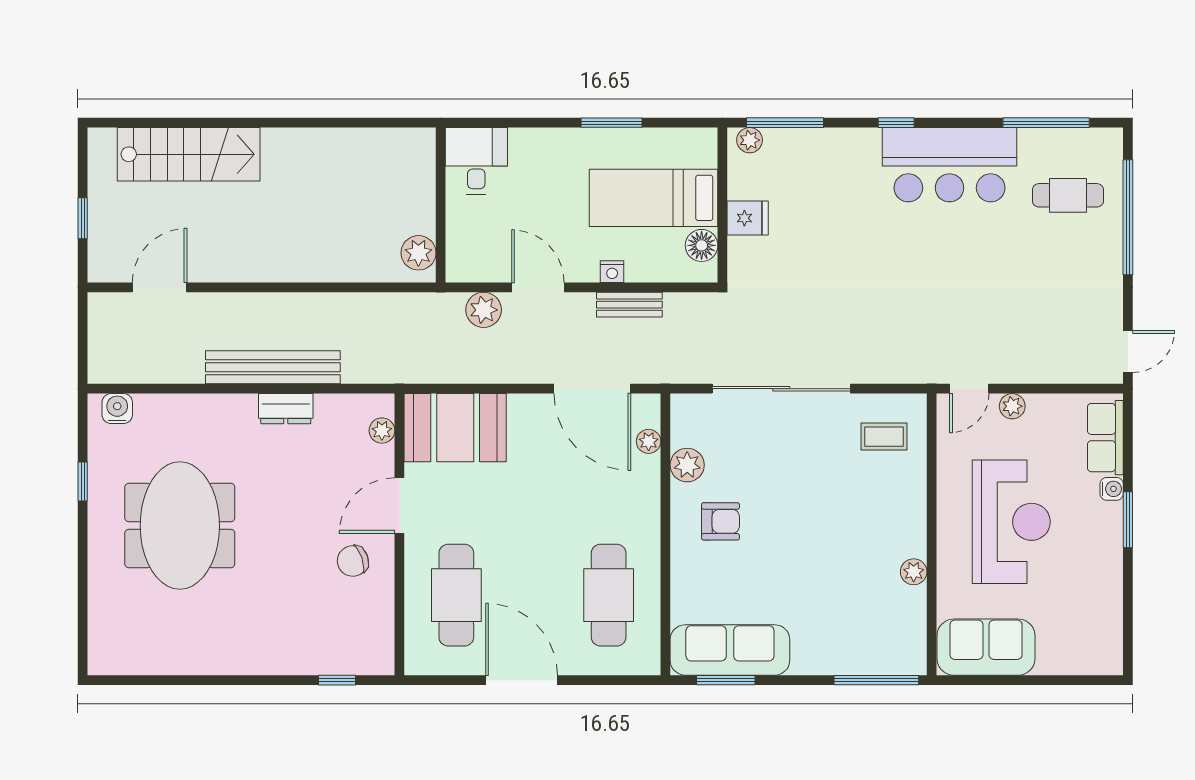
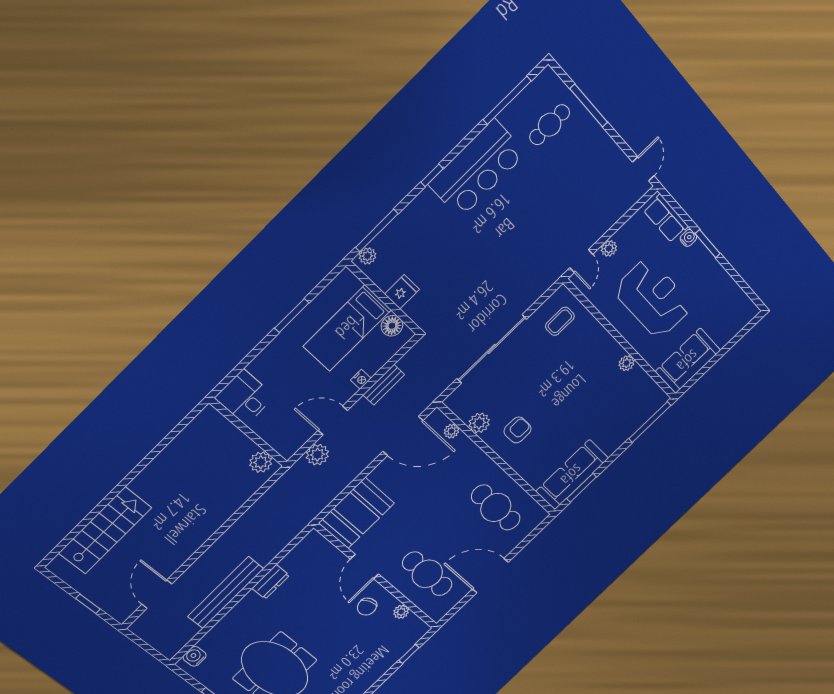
window: (1128, 217) -> (589, 106), width x0.68
bench: (273, 367) -> (226, 593), moved
plant: (382, 431) -> (401, 612), moved

